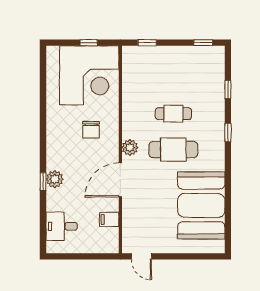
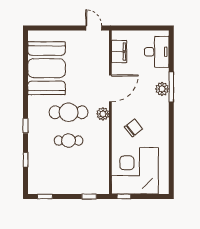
window: (89, 43) -> (124, 197), moved
chair: (91, 130) -> (133, 128), turned 52
window: (43, 182) -> (171, 87), width x2.17
filing cabinet: (109, 219) -> (119, 52), width x2.00
desk: (62, 226) -> (157, 52), width x1.37

